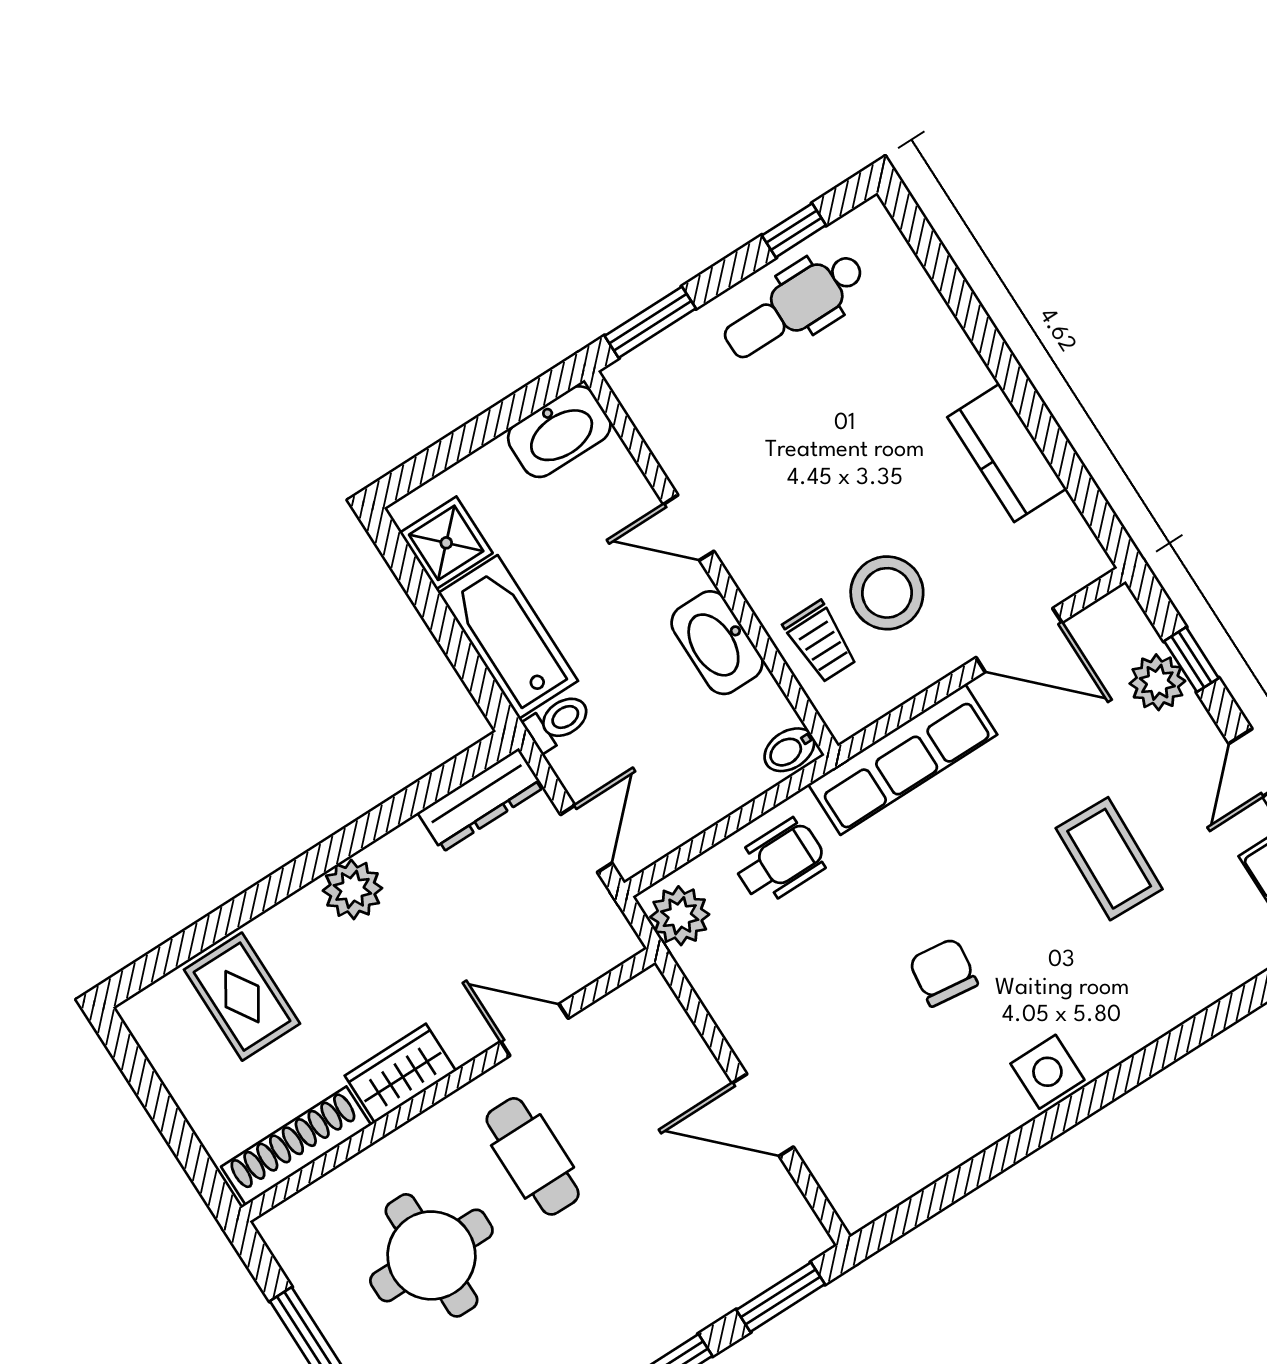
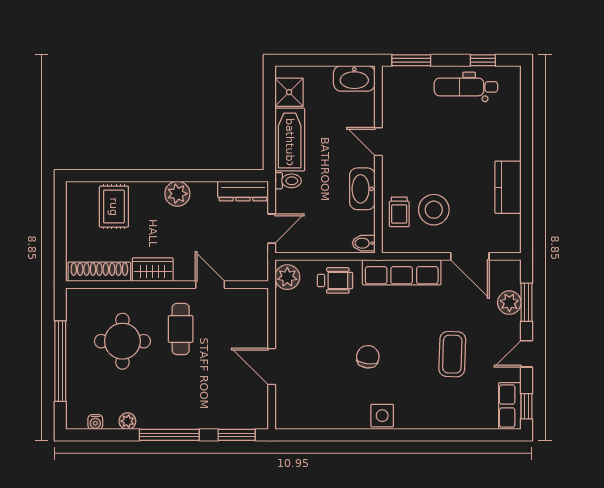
window: (1191, 660) -> (527, 302), width x1.50

